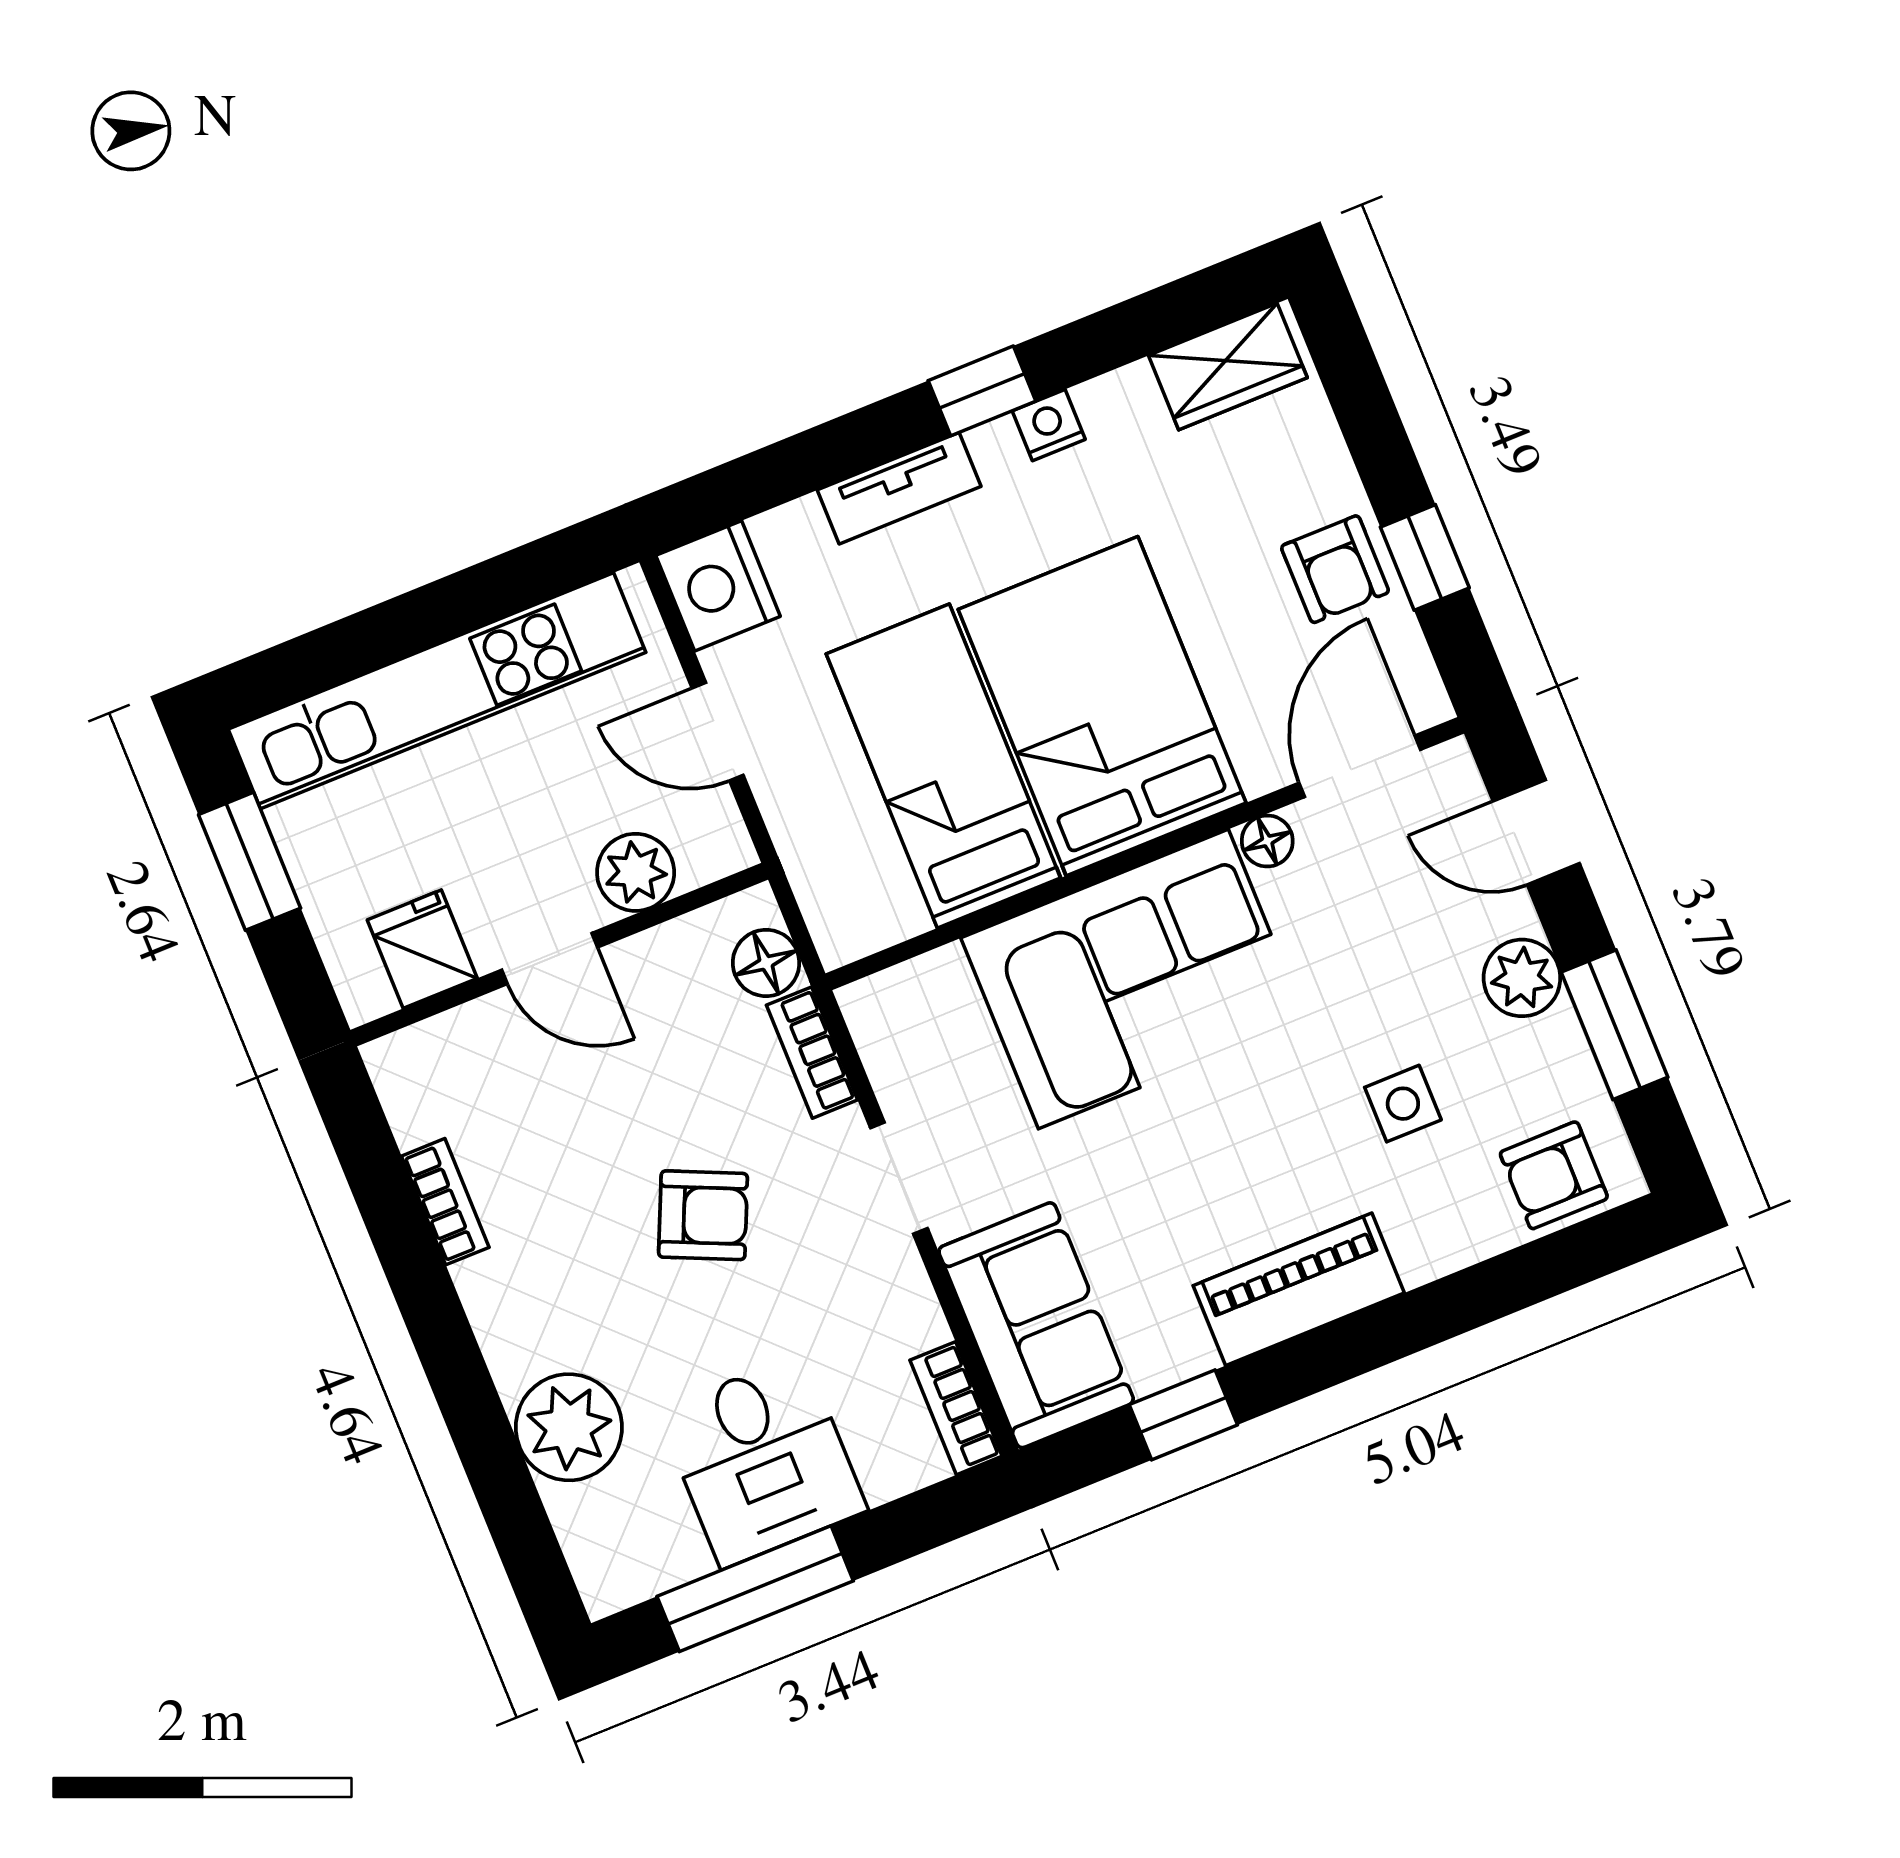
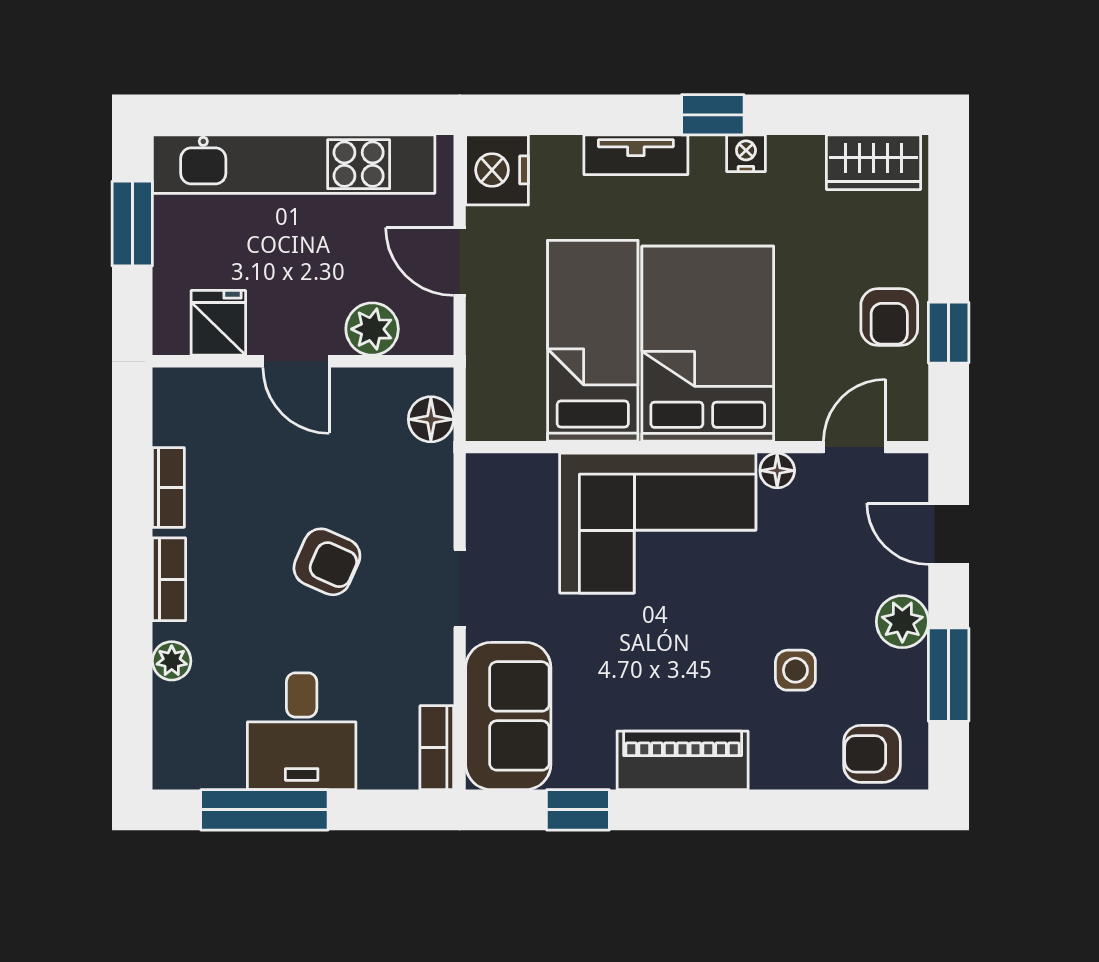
door: (1360, 766) -> (854, 447), width x0.73
bookcase: (812, 1053) -> (169, 579), moved, turned 180
plant: (569, 1427) -> (172, 661), width x0.53, depth x0.53

